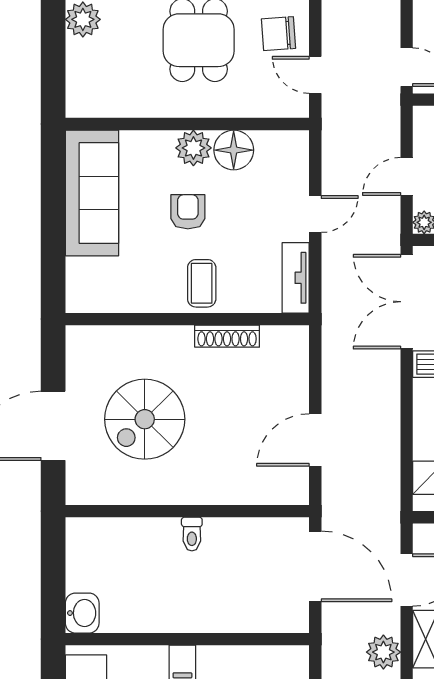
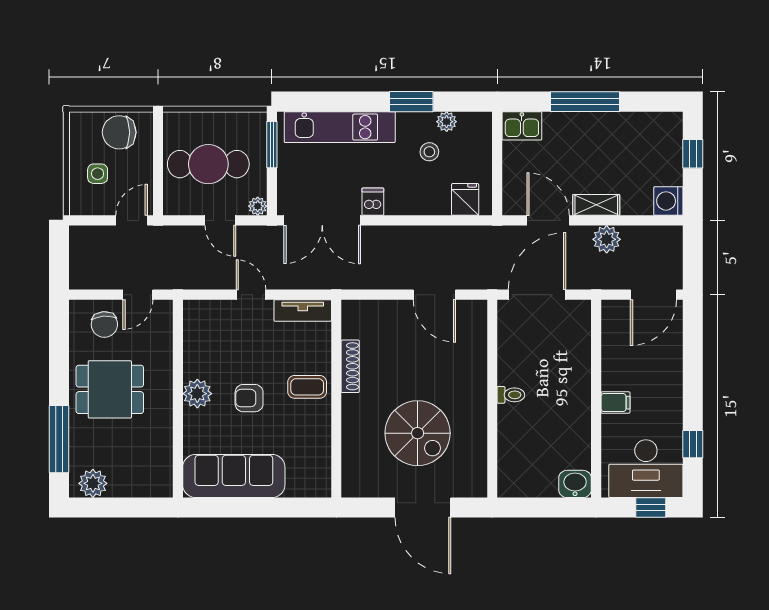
floor lamp: (234, 150) -> (199, 361), removed

